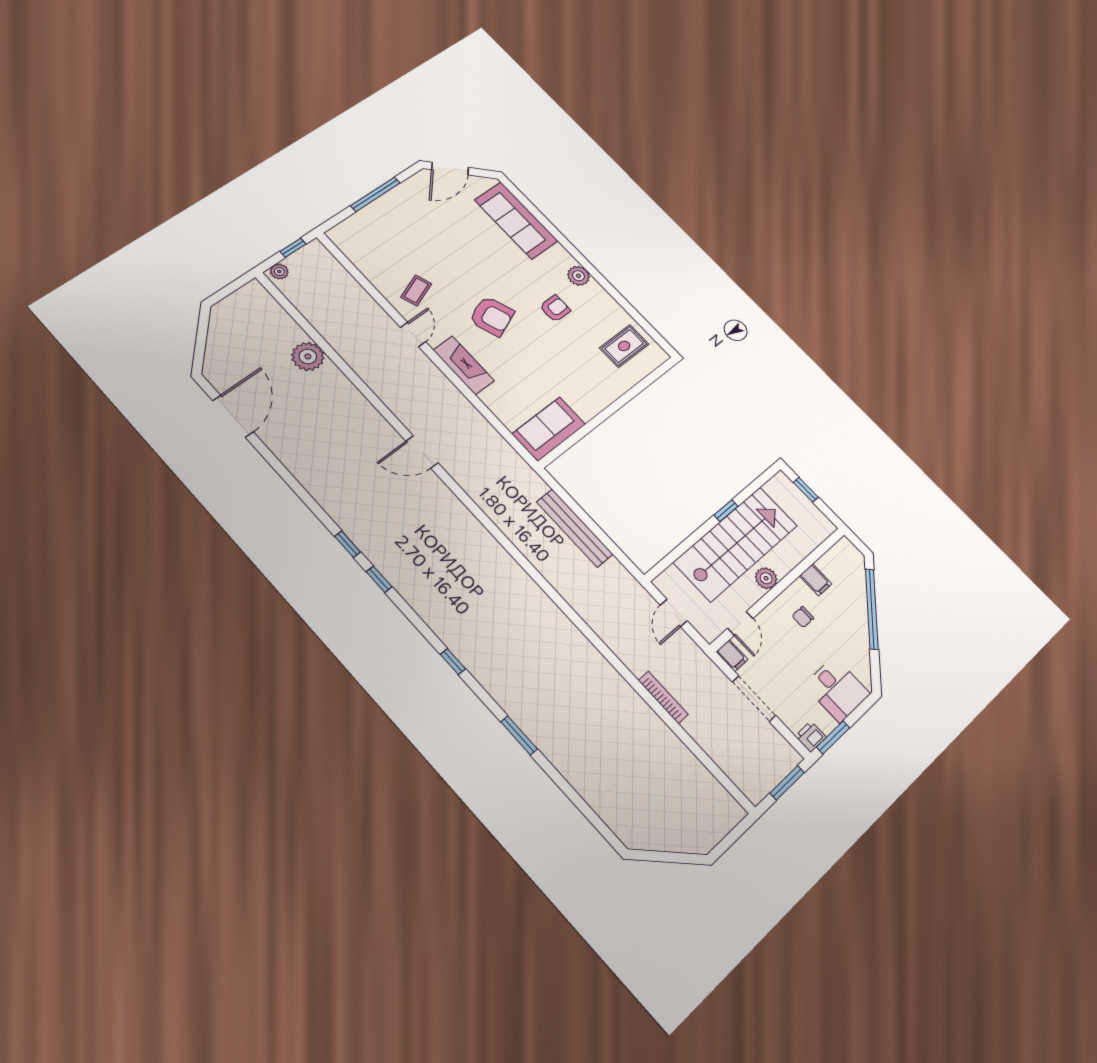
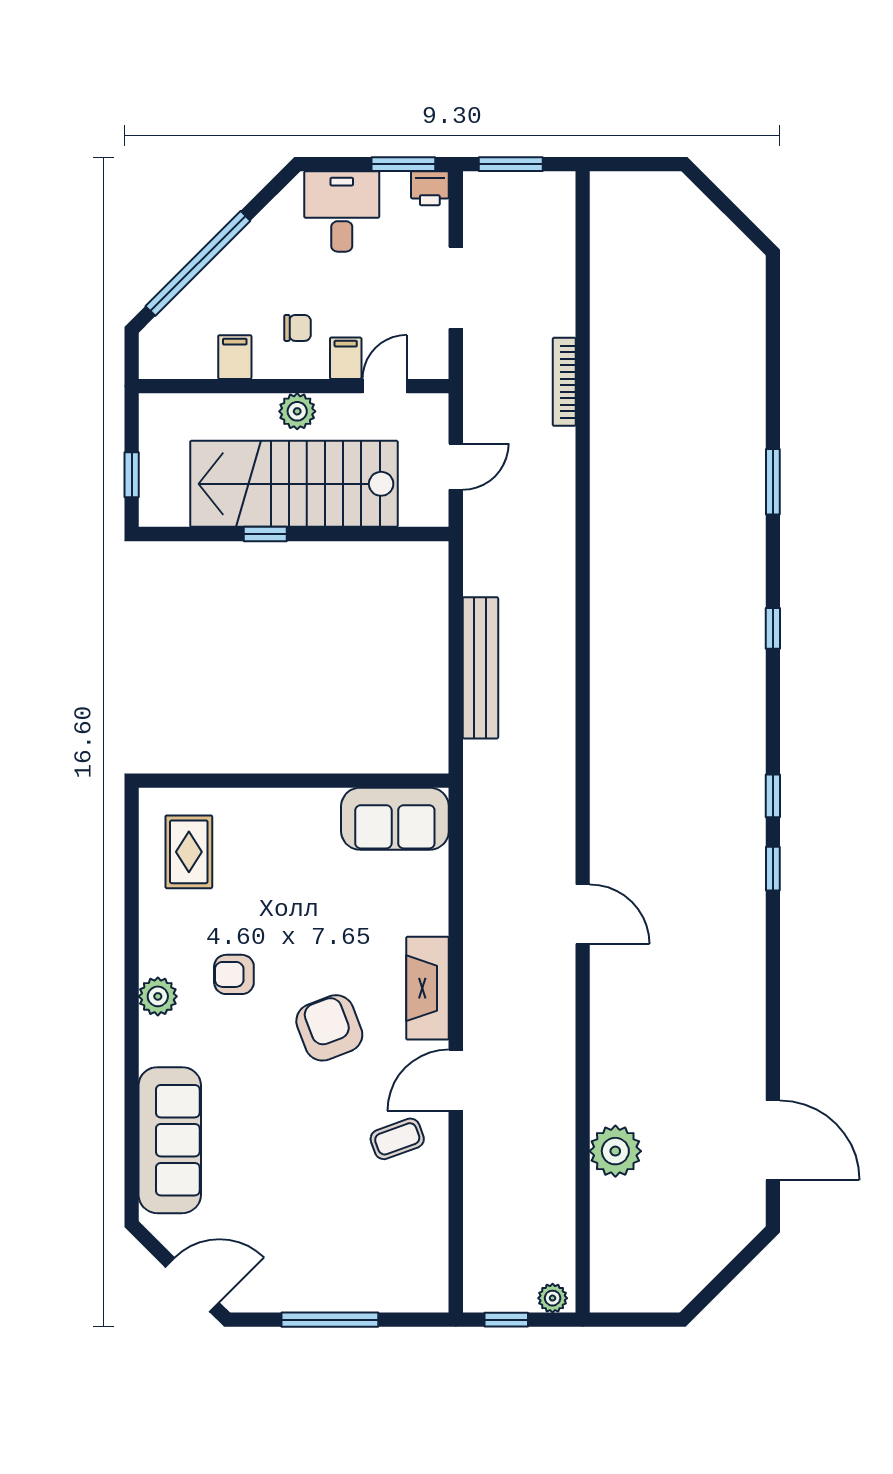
door: (413, 334) -> (456, 1080), width x1.38
rug: (624, 346) -> (189, 852), turned 90
door: (233, 416) -> (773, 1140), swing flipped
filing cabinet: (732, 656) -> (346, 358), moved

